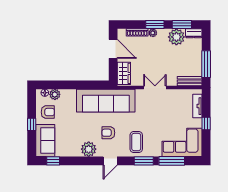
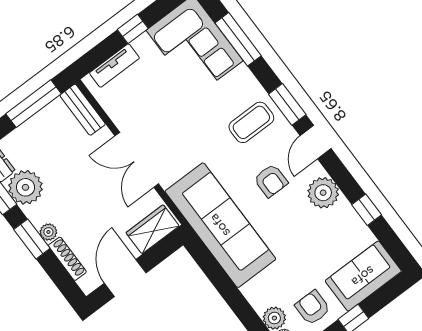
double door: (155, 87) -> (137, 160), width x1.37
window: (53, 161) -> (367, 210), moved
door: (110, 161) -> (316, 142), swing flipped
window: (144, 161) -> (287, 104), moved

